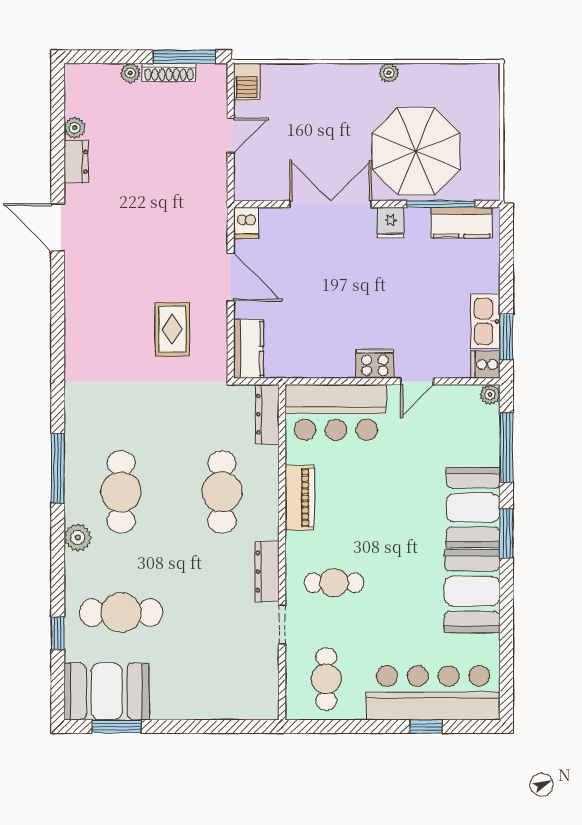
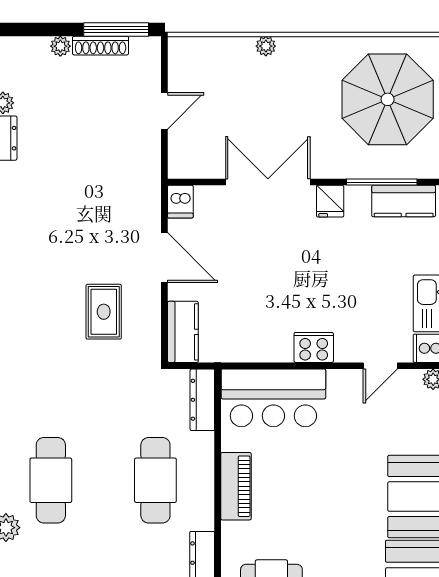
plant: (389, 73) -> (266, 46), moved
barbecue: (247, 82) -> (181, 55), removed
parasol: (416, 151) -> (388, 99), moved
door: (417, 381) -> (380, 366), moved

